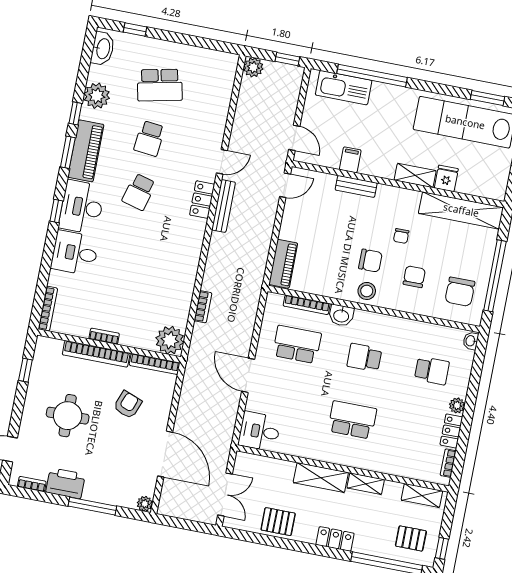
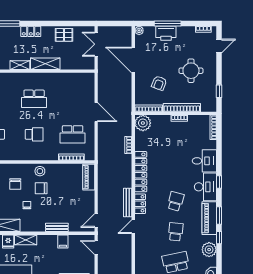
locker: (190, 256) -> (141, 172), added
washbasin: (341, 315) -> (51, 155), removed
desk: (259, 431) -> (84, 83), removed
printer: (65, 483) -> (166, 33), moved

